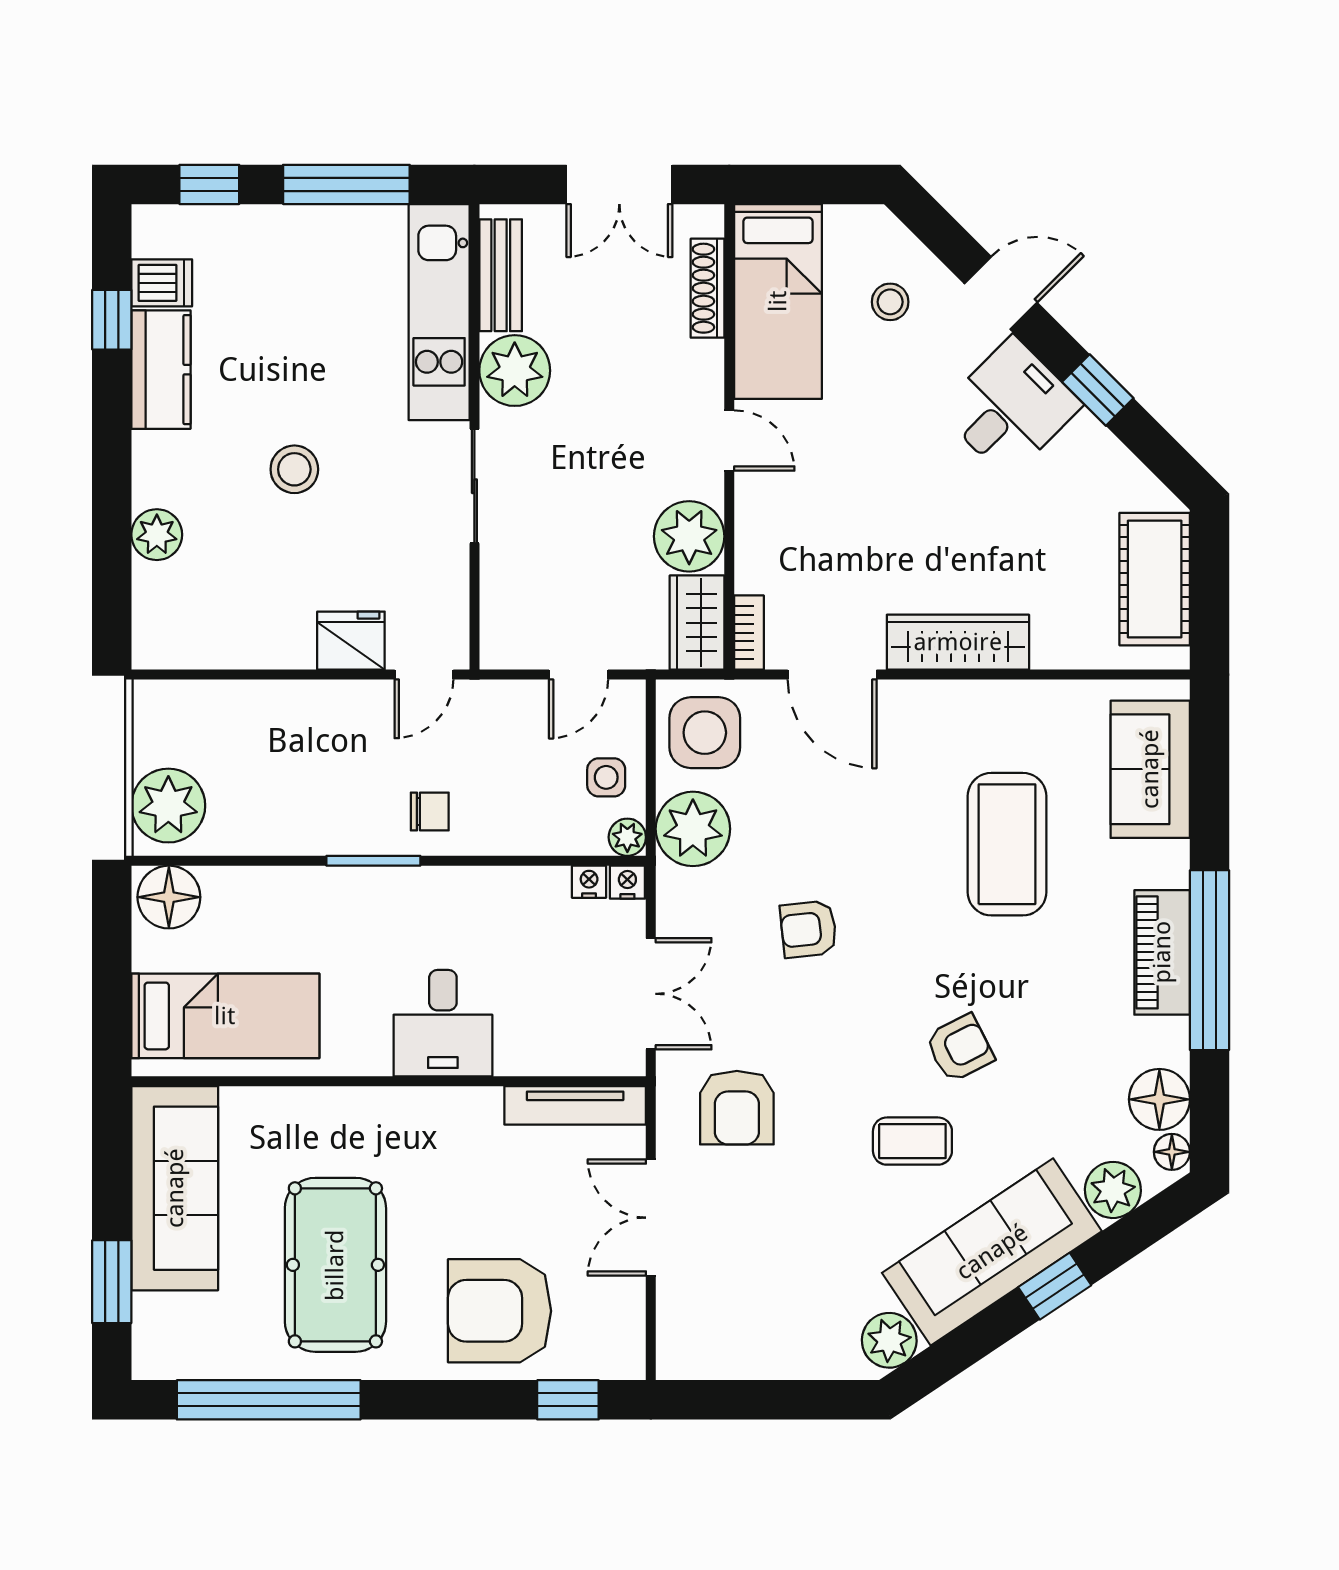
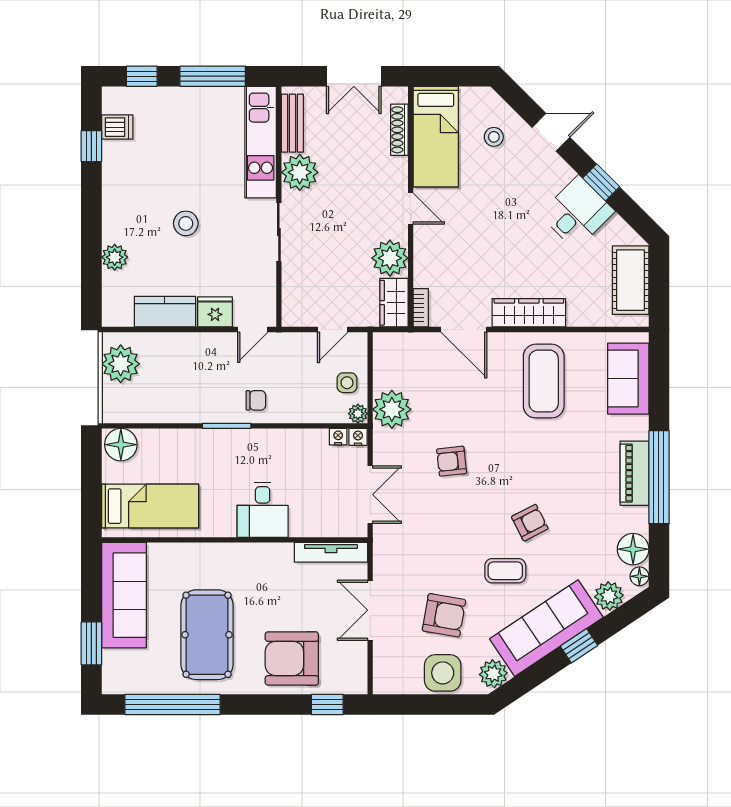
kitchen counter: (161, 370) -> (165, 312), moved, turned -90
desk: (1010, 407) -> (577, 213), moved
side table: (705, 733) -> (443, 673), moved
plant: (168, 806) -> (121, 364), moved
coffee table: (1007, 844) -> (544, 381), moved
armchair: (737, 1108) -> (444, 615), moved, turned -80

